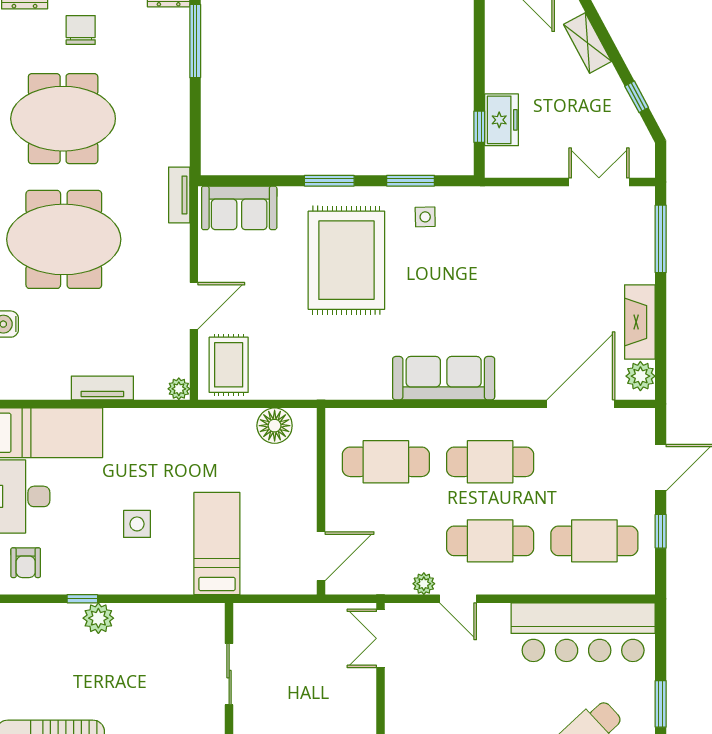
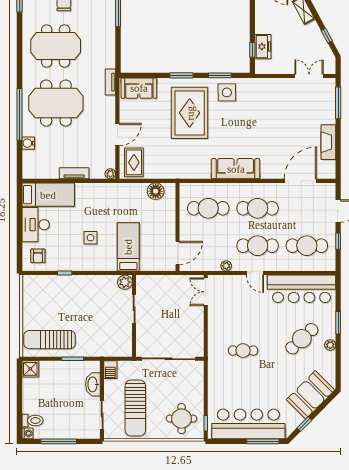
side table: (425, 217) -> (227, 92), width x1.87, depth x1.87
plant: (640, 376) -> (329, 168), removed
door: (458, 599) -> (255, 273), moved
plant: (98, 618) -> (125, 282), moved

